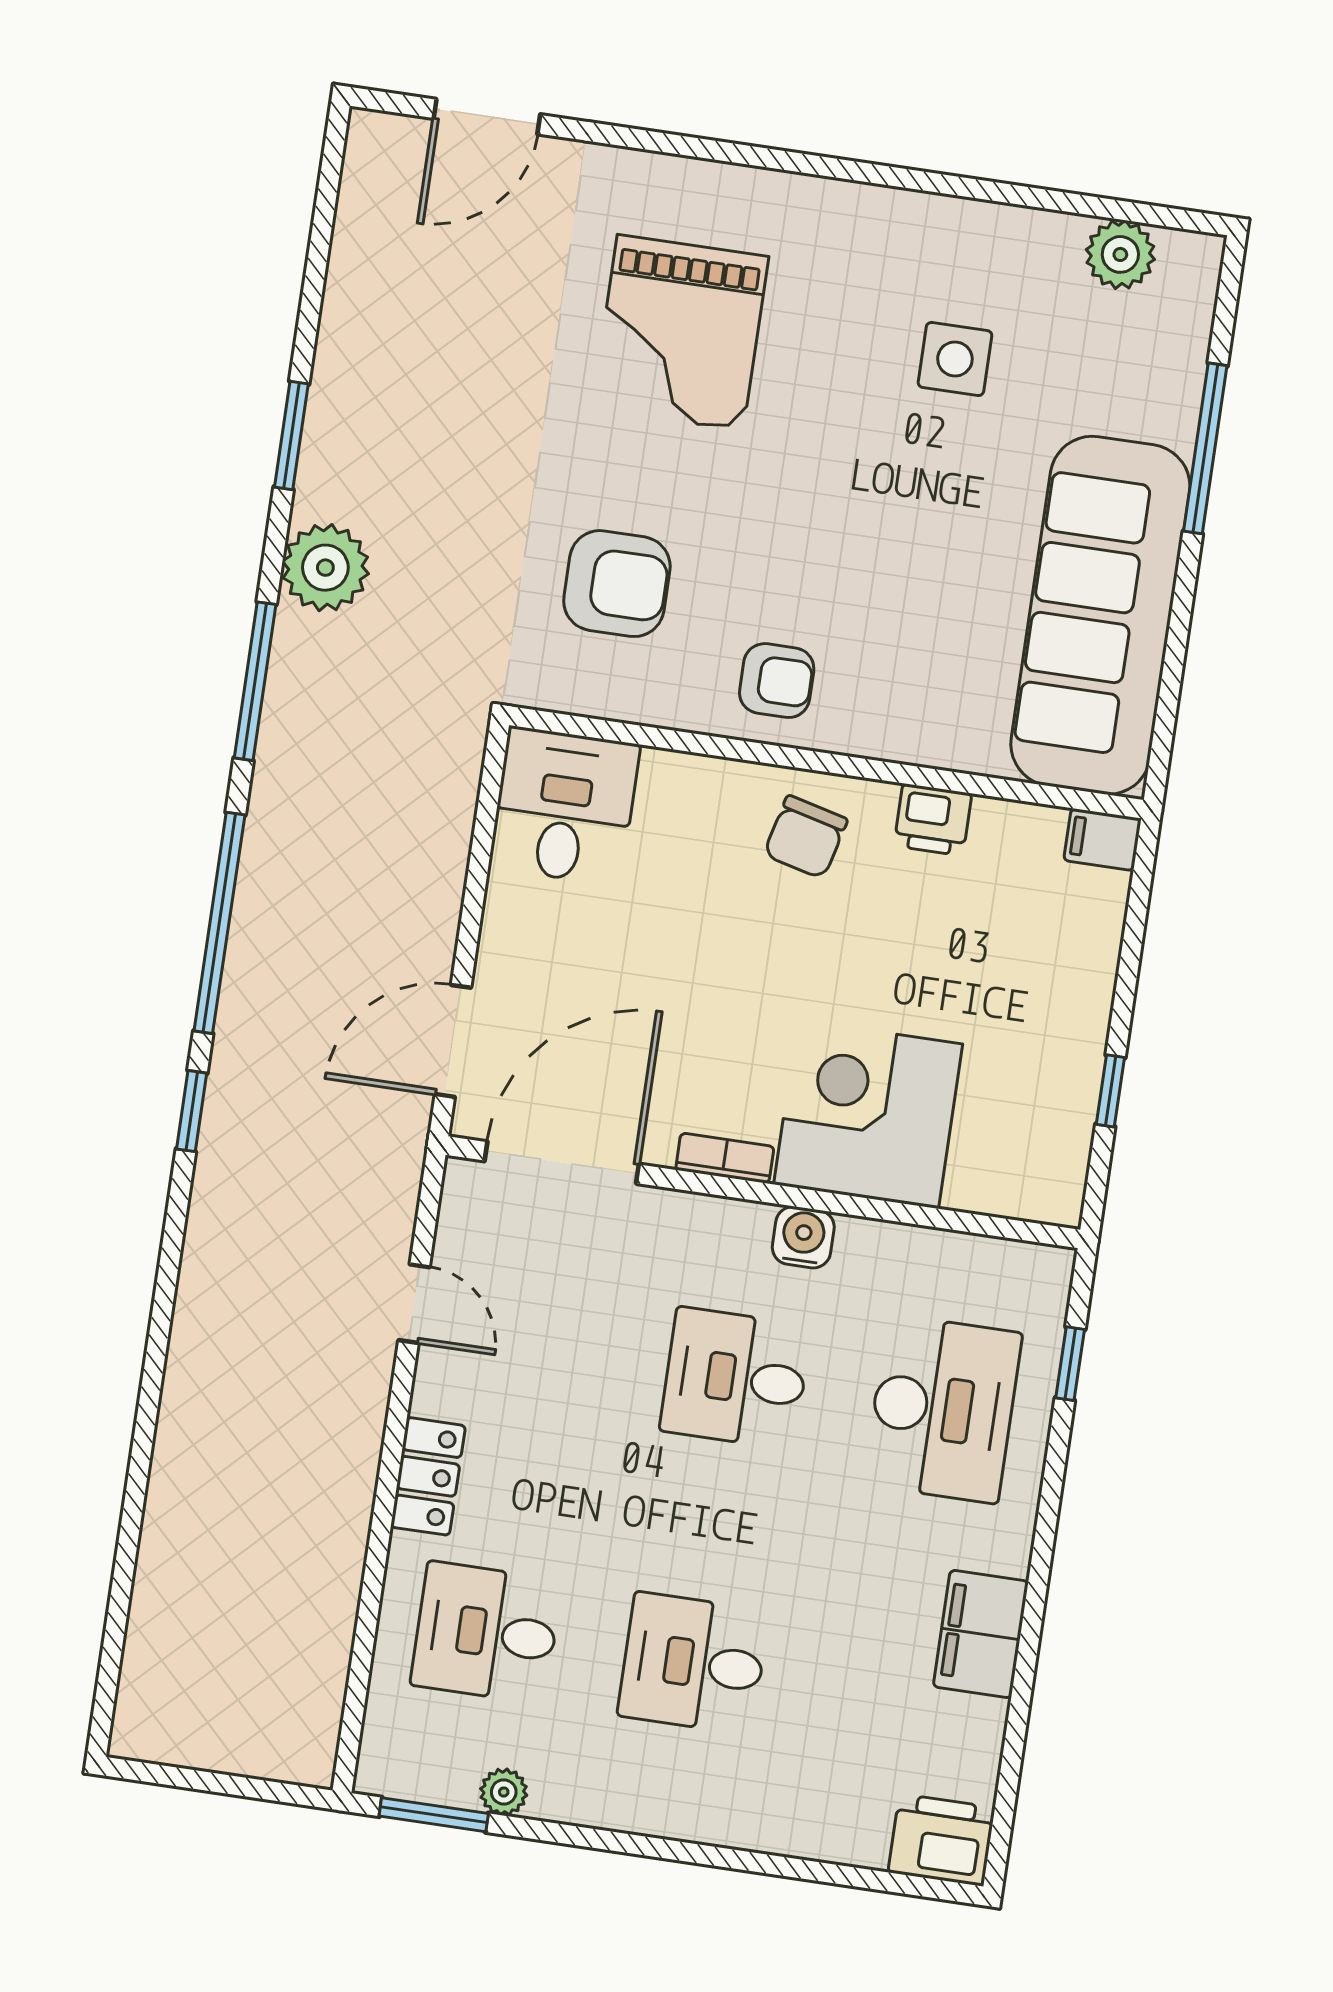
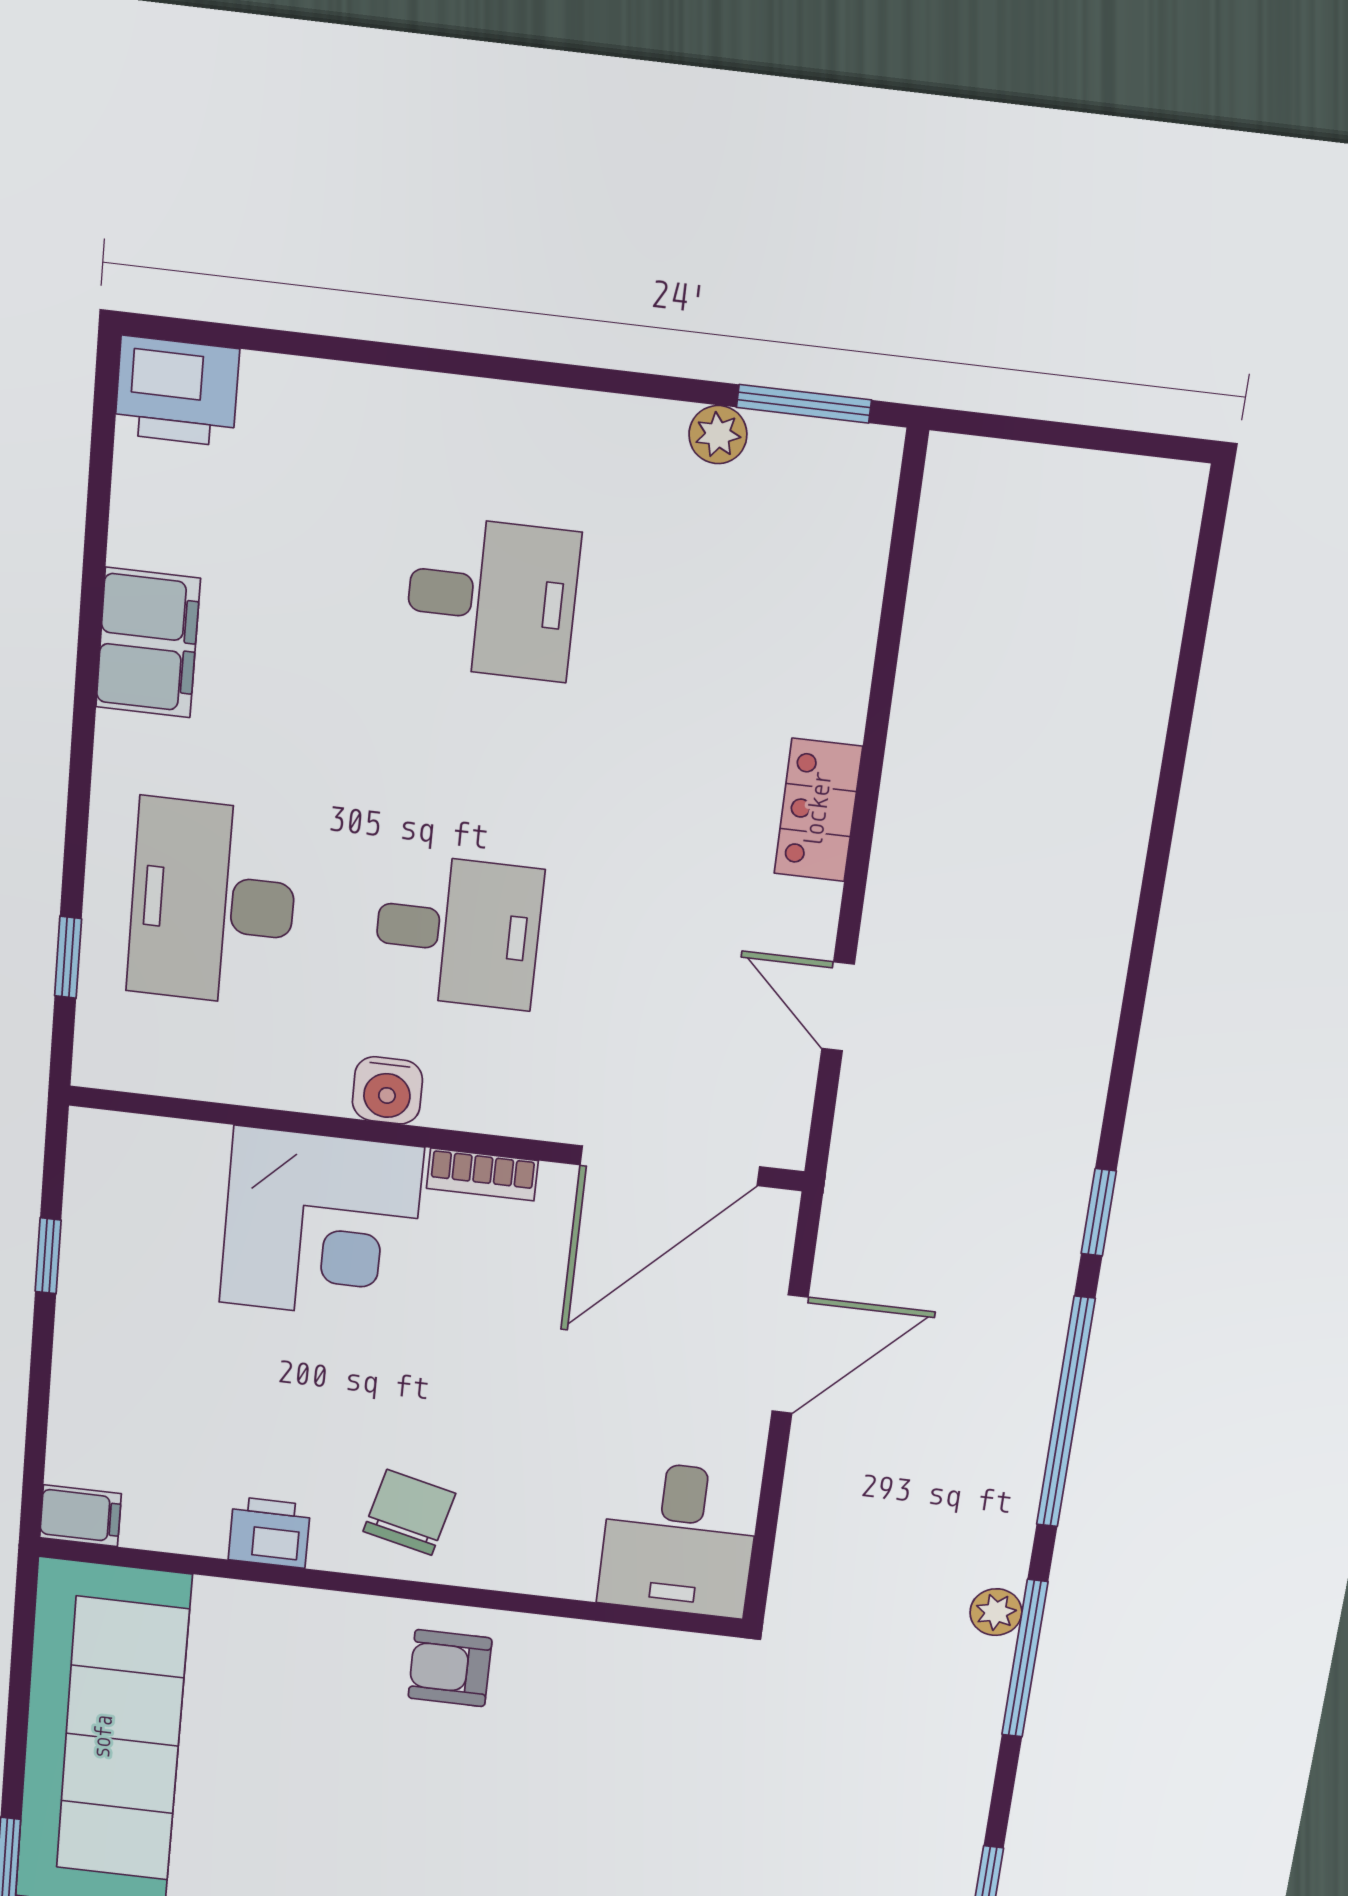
plant: (325, 568) -> (996, 1612), moved, width x0.53, depth x0.53
armchair: (617, 584) -> (629, 1760), removed
door: (453, 1041) -> (790, 1354), moved
desk: (486, 1633) -> (744, 628), removed

